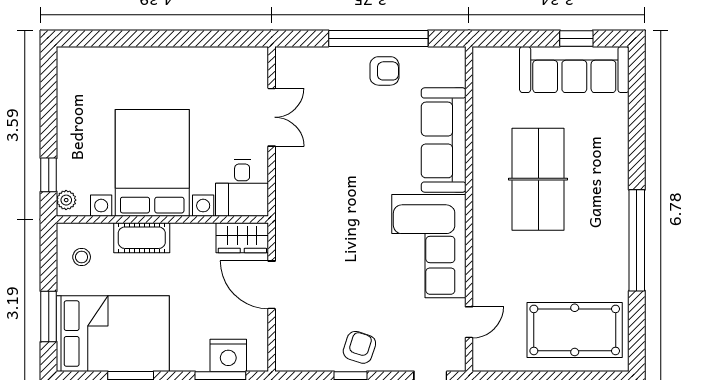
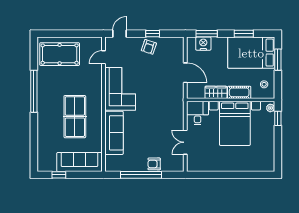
sofa: (574, 70) -> (79, 162), moved
armchair: (384, 71) -> (154, 164), moved
wardrobe: (242, 238) -> (216, 92), moved

